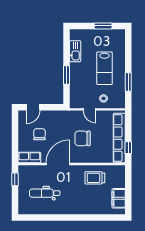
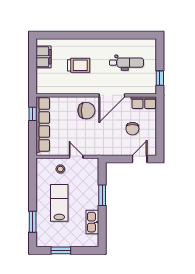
window: (128, 82) -> (33, 222), moved
chair: (83, 138) -> (86, 111), moved
trolley: (95, 178) -> (79, 65), moved

